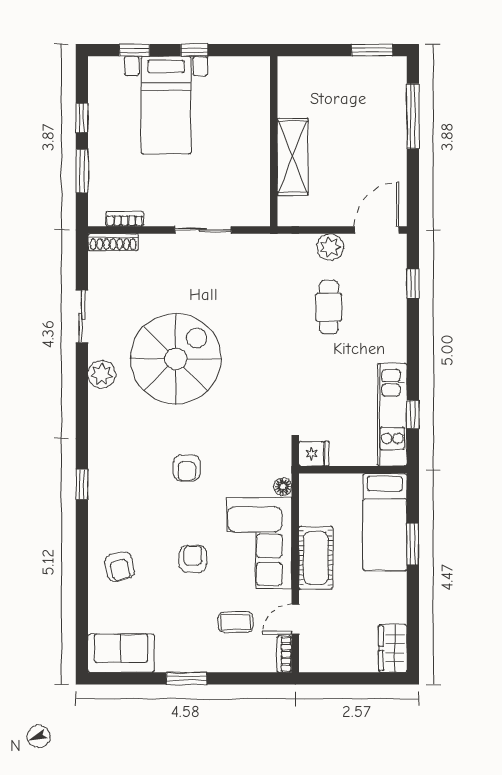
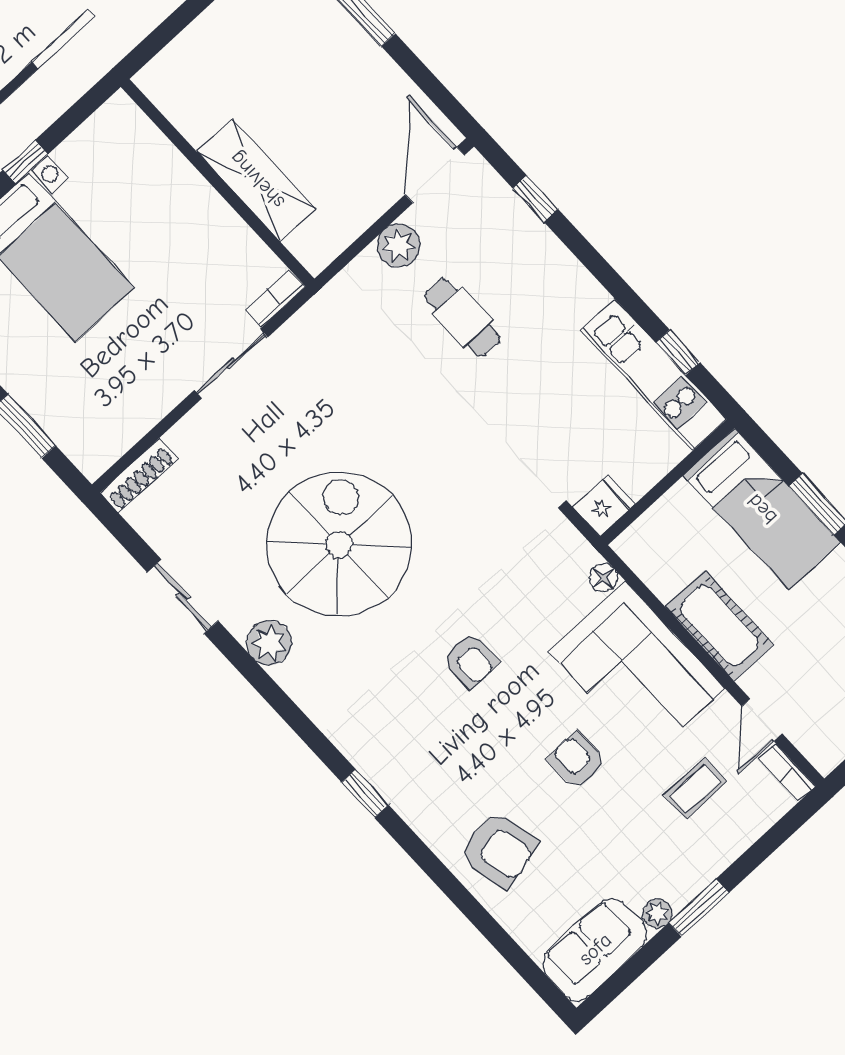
bookcase: (125, 219) -> (276, 298), moved
armchair: (120, 567) -> (499, 849), width x1.38, depth x1.38
plant: (165, 663) -> (657, 913), added

